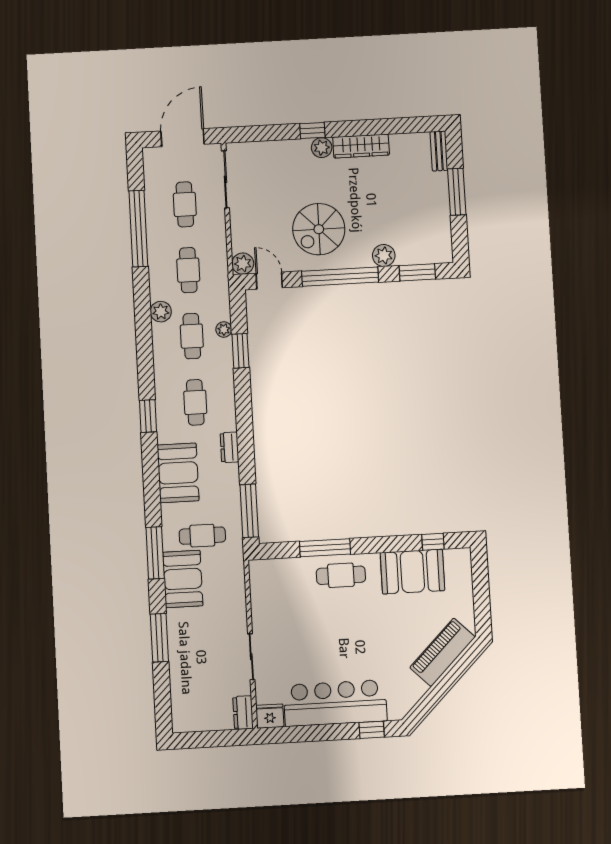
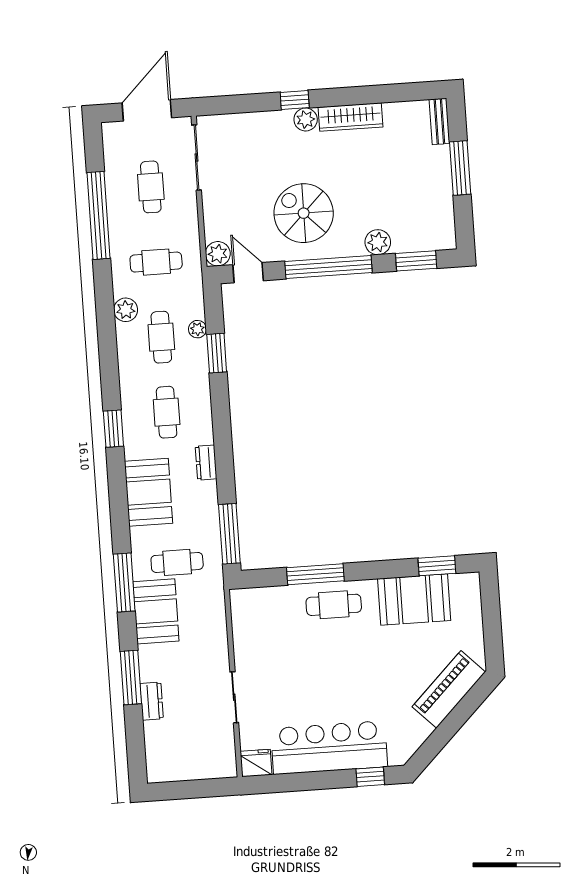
spiral stairs: (319, 229) -> (304, 213), turned 90
cafe table: (188, 270) -> (156, 262), turned 90
window: (433, 542) -> (437, 566), width x1.50
dresser: (243, 713) -> (152, 701), moved, turned 180

